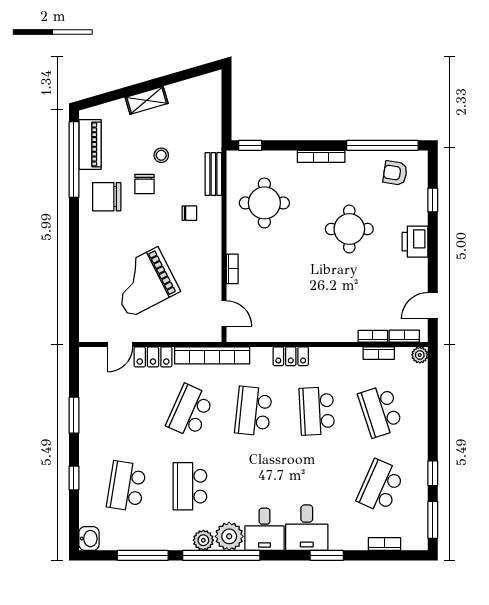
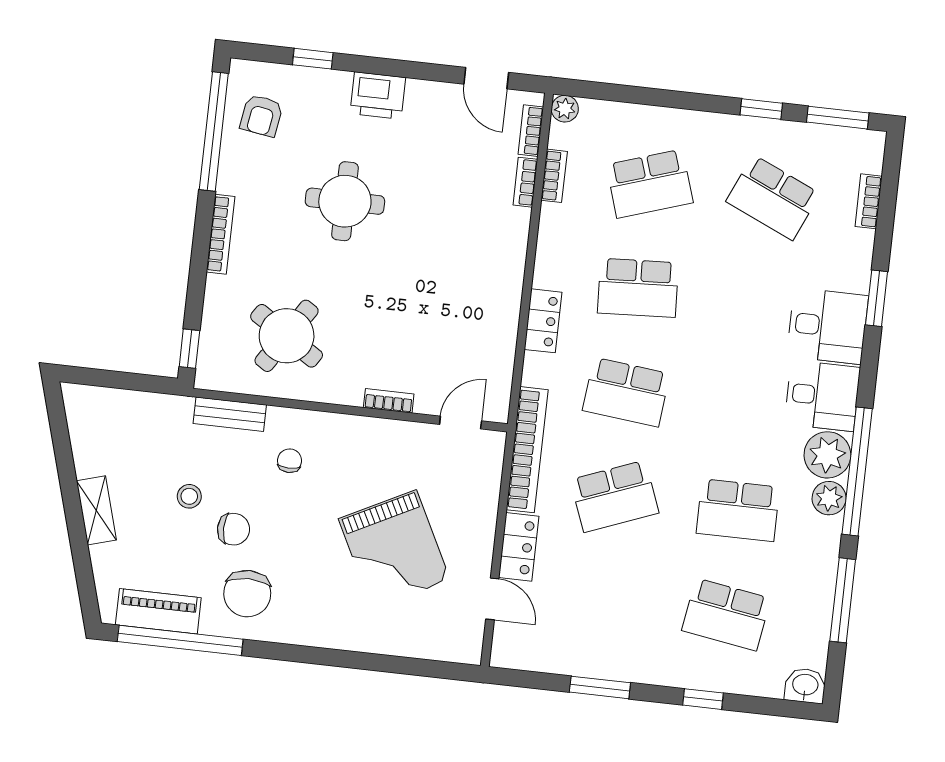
round table: (264, 203) -> (287, 336), turned 33
school desk: (190, 411) -> (615, 496), turned -45

